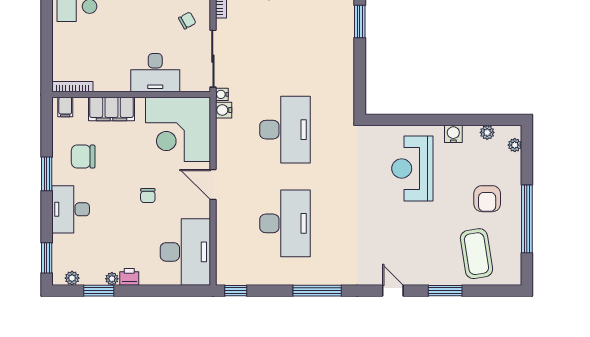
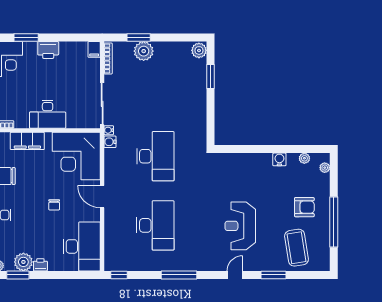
chair: (187, 20) -> (83, 76), removed
desk: (155, 73) -> (48, 114), moved
reception desk: (412, 168) -> (240, 226), moved
armchair: (487, 199) -> (304, 207), turned -90
plant: (112, 279) -> (23, 262), width x1.87, depth x1.87
door: (393, 291) -> (235, 275), hinge flipped

